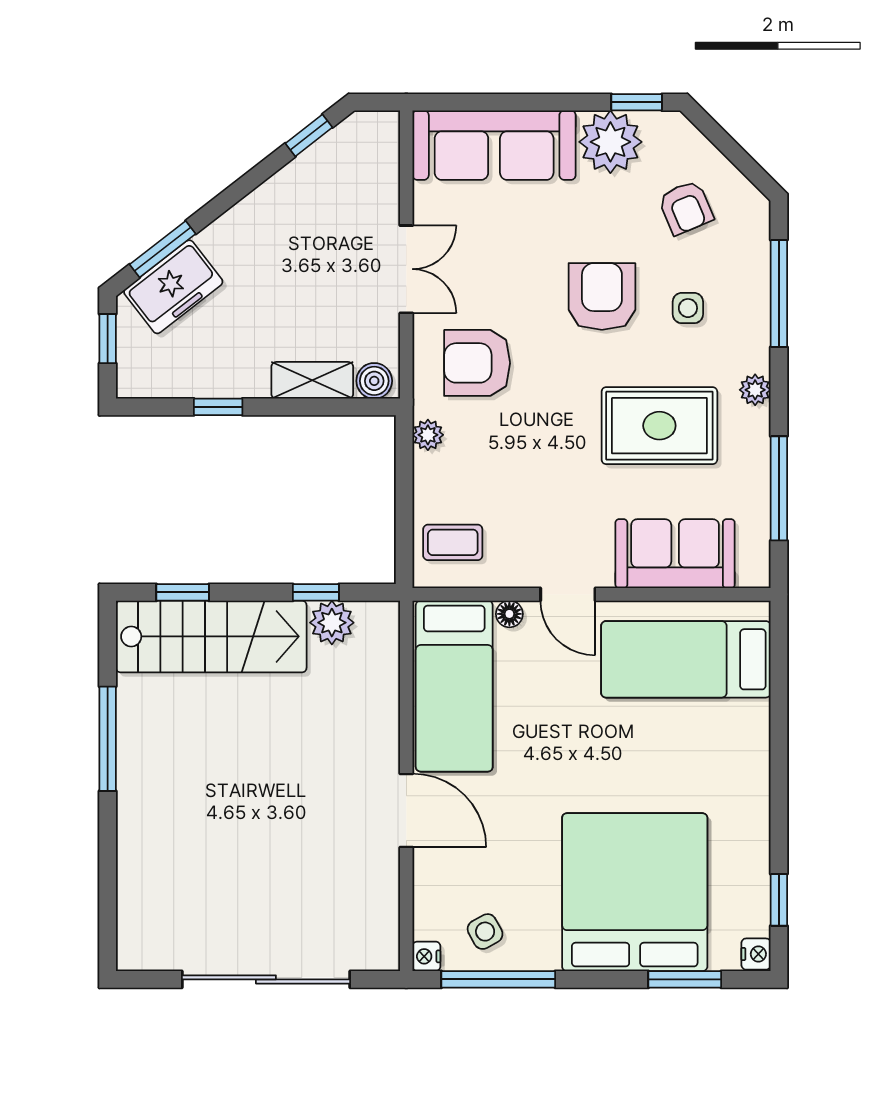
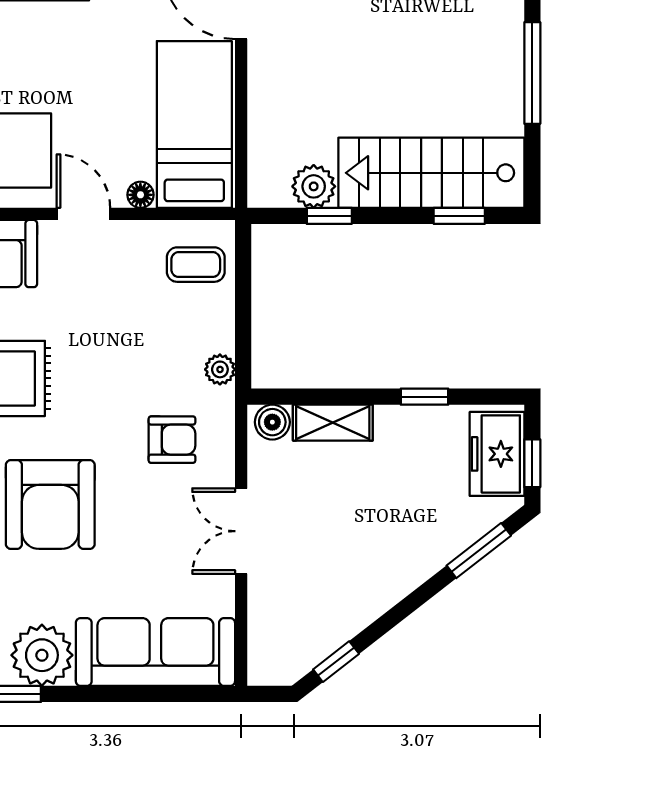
freezer: (173, 287) -> (497, 454), moved, turned -52
armchair: (602, 296) -> (50, 505), width x1.36, depth x1.36
armchair: (477, 363) -> (172, 440), width x0.72, depth x0.72

